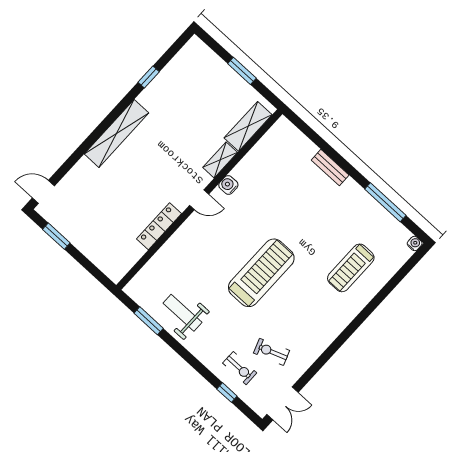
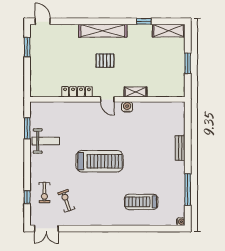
shelving: (248, 126) -> (169, 31), moved
pallet: (153, 162) -> (105, 61), added
weight bench: (182, 313) -> (46, 141), turned 90

